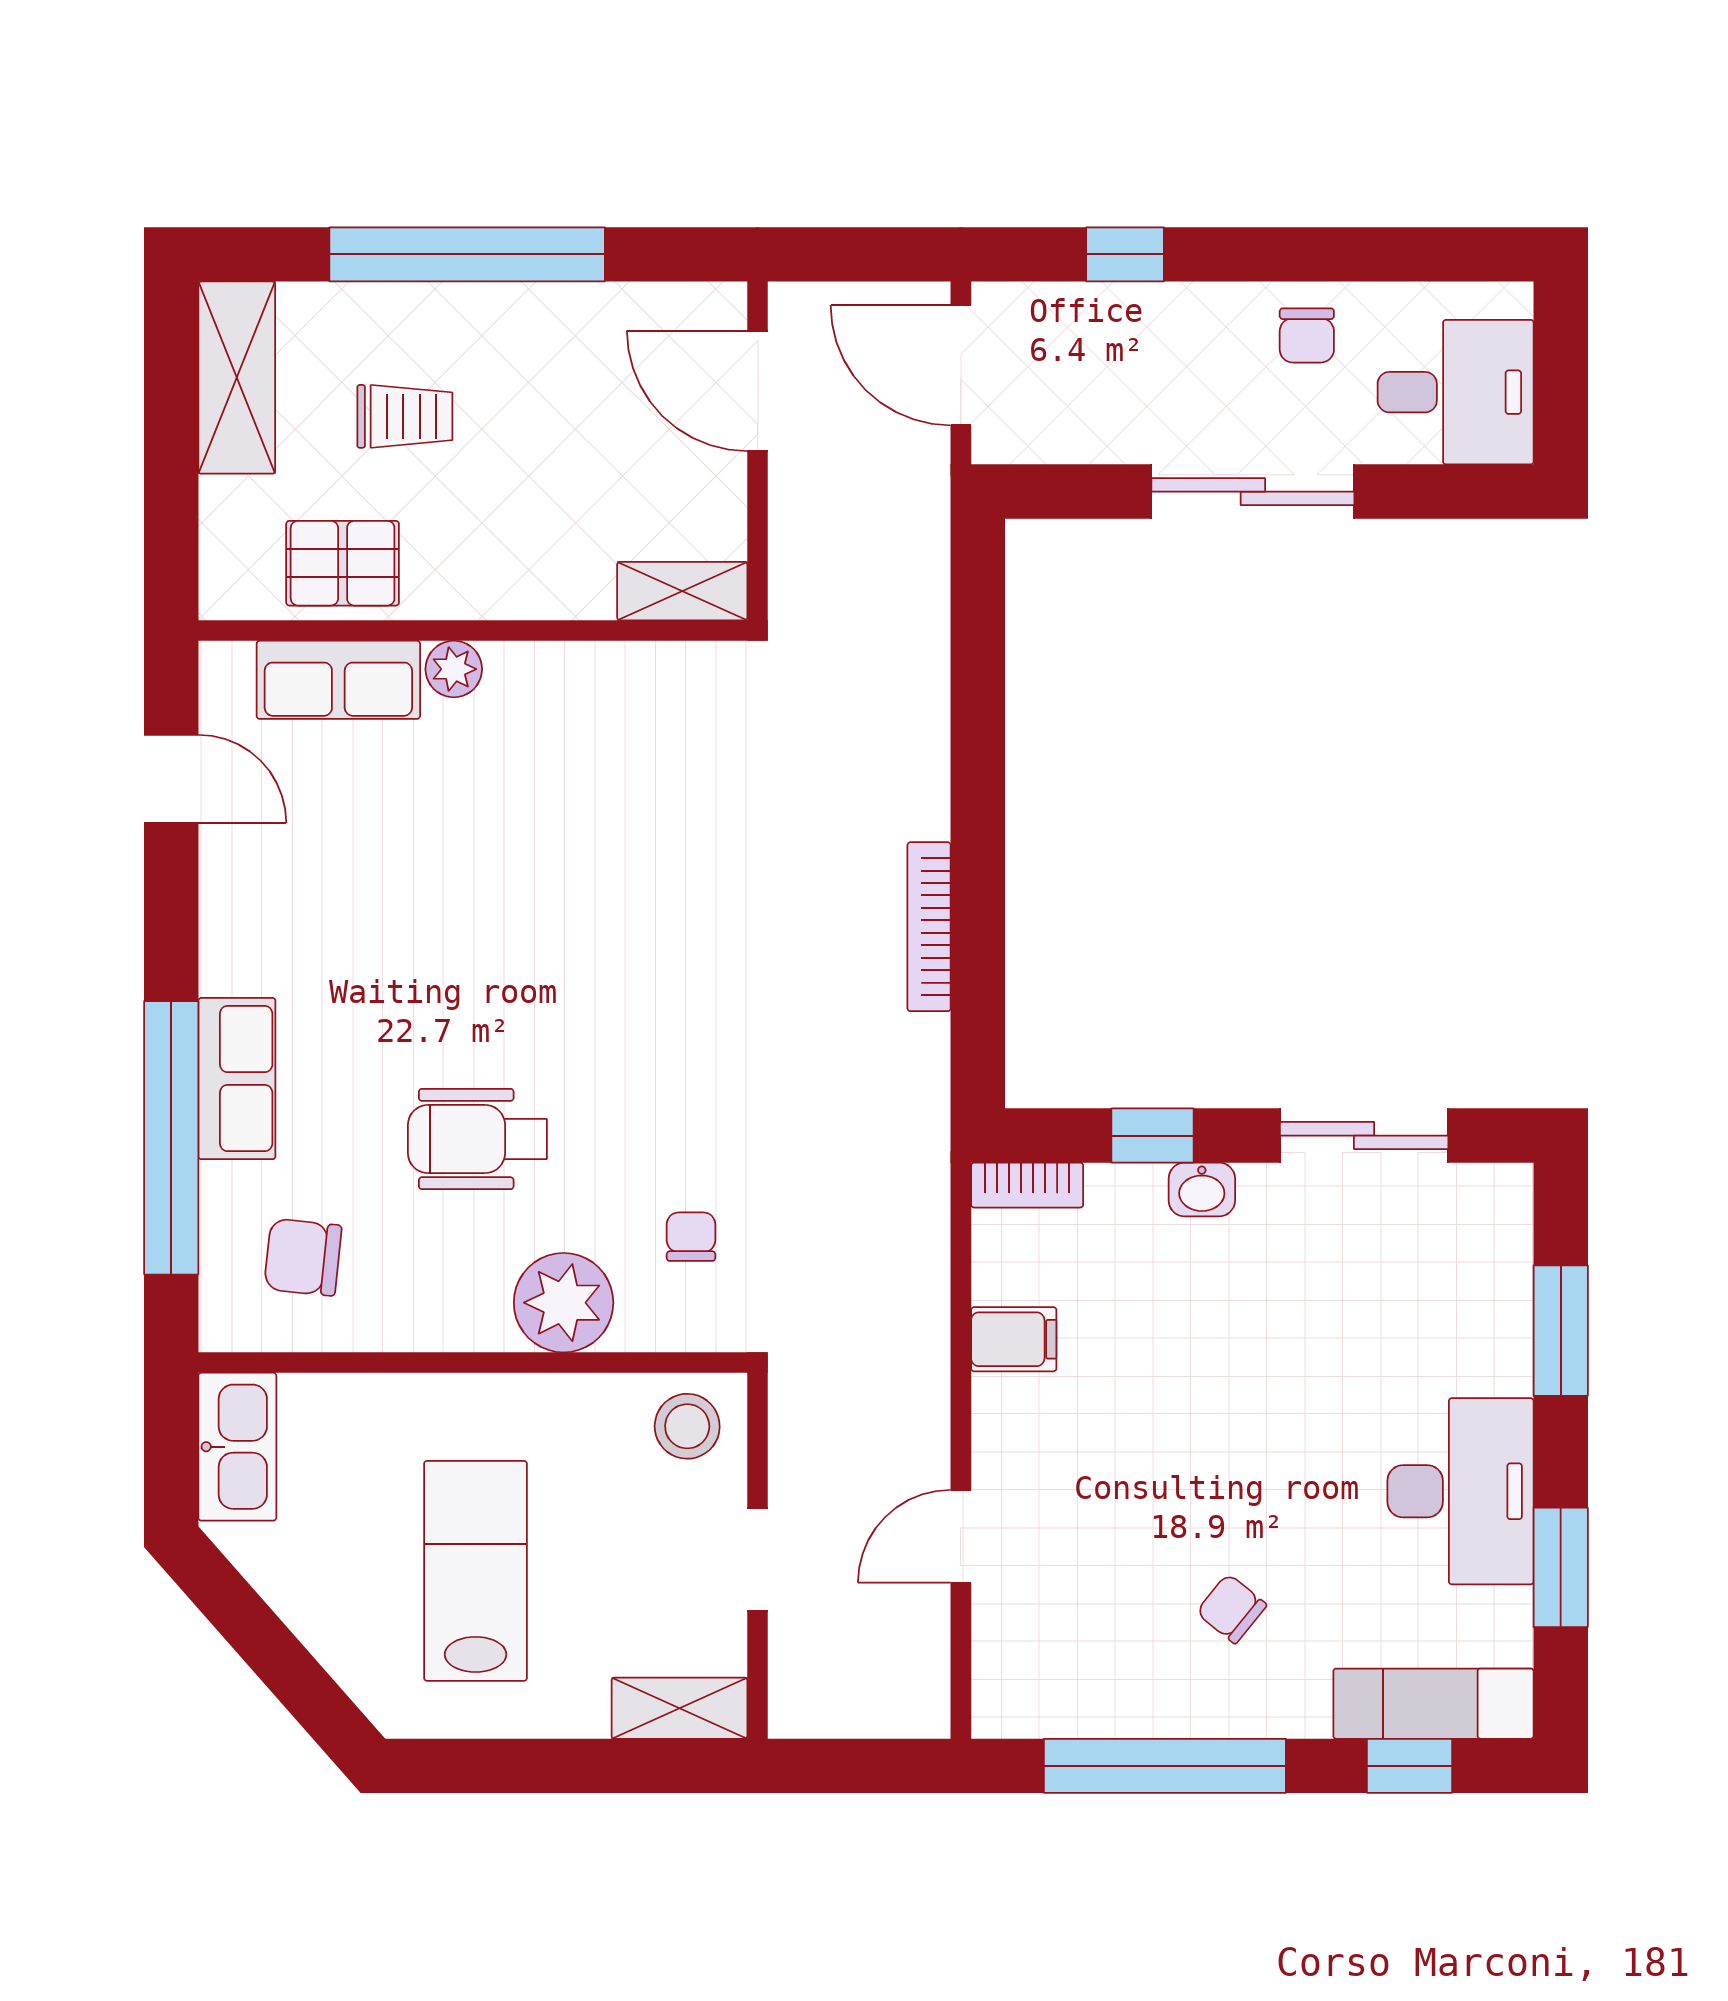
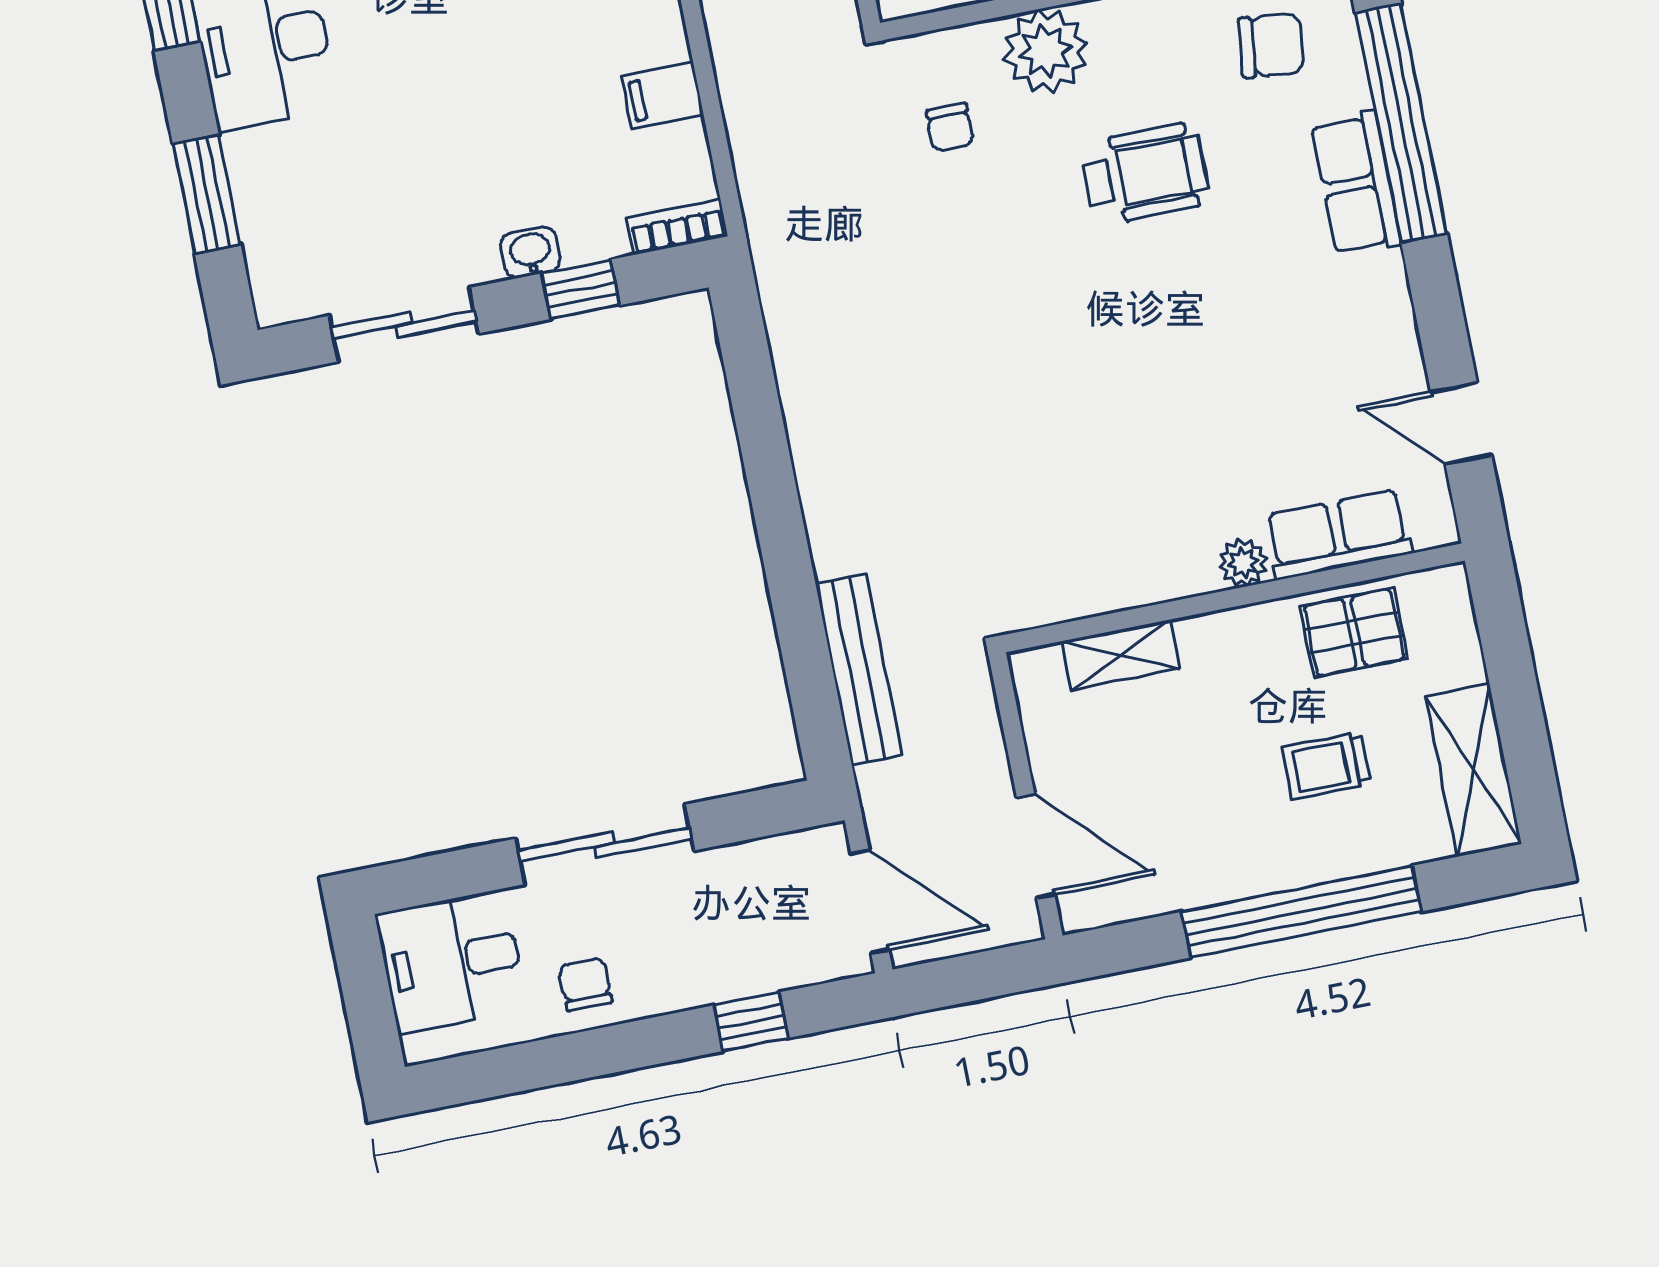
shelving: (682, 591) -> (1121, 655), moved
bench: (920, 634) -> (859, 670), added
bookcase: (929, 927) -> (803, 427), removed

